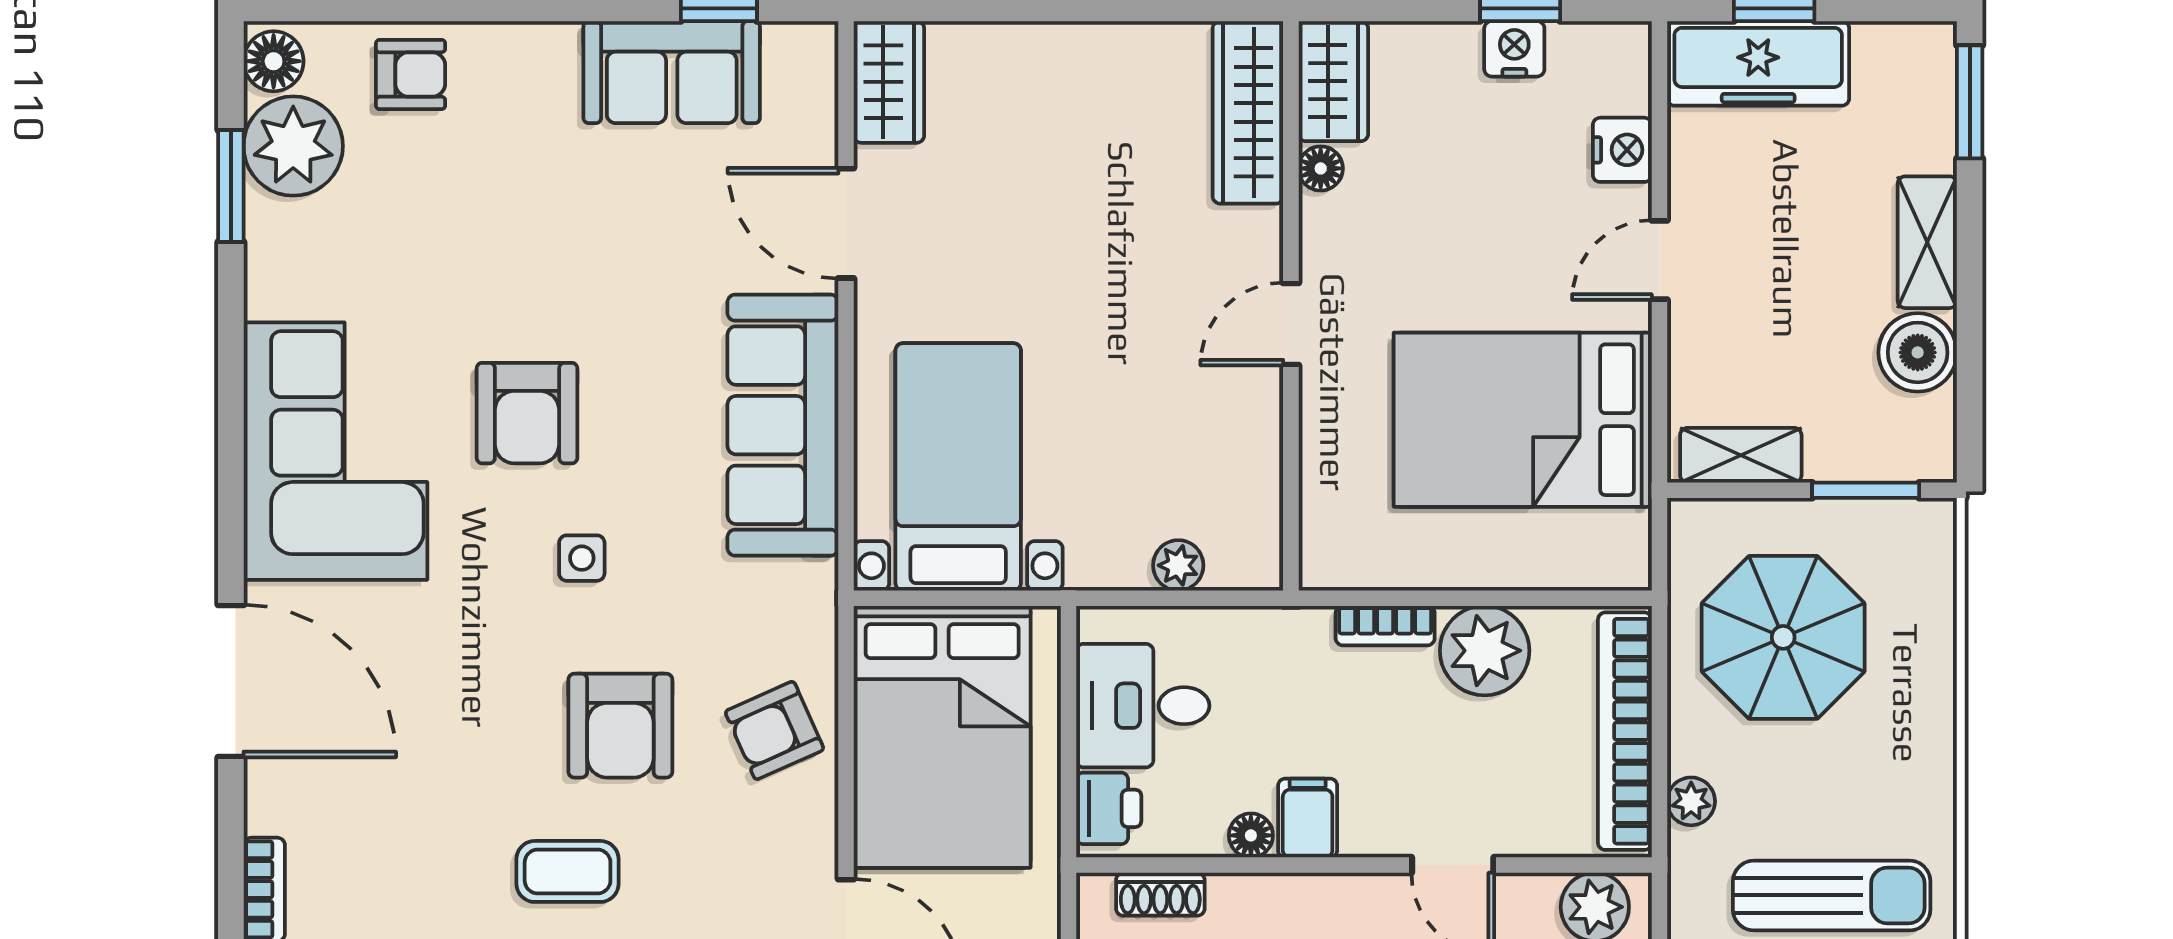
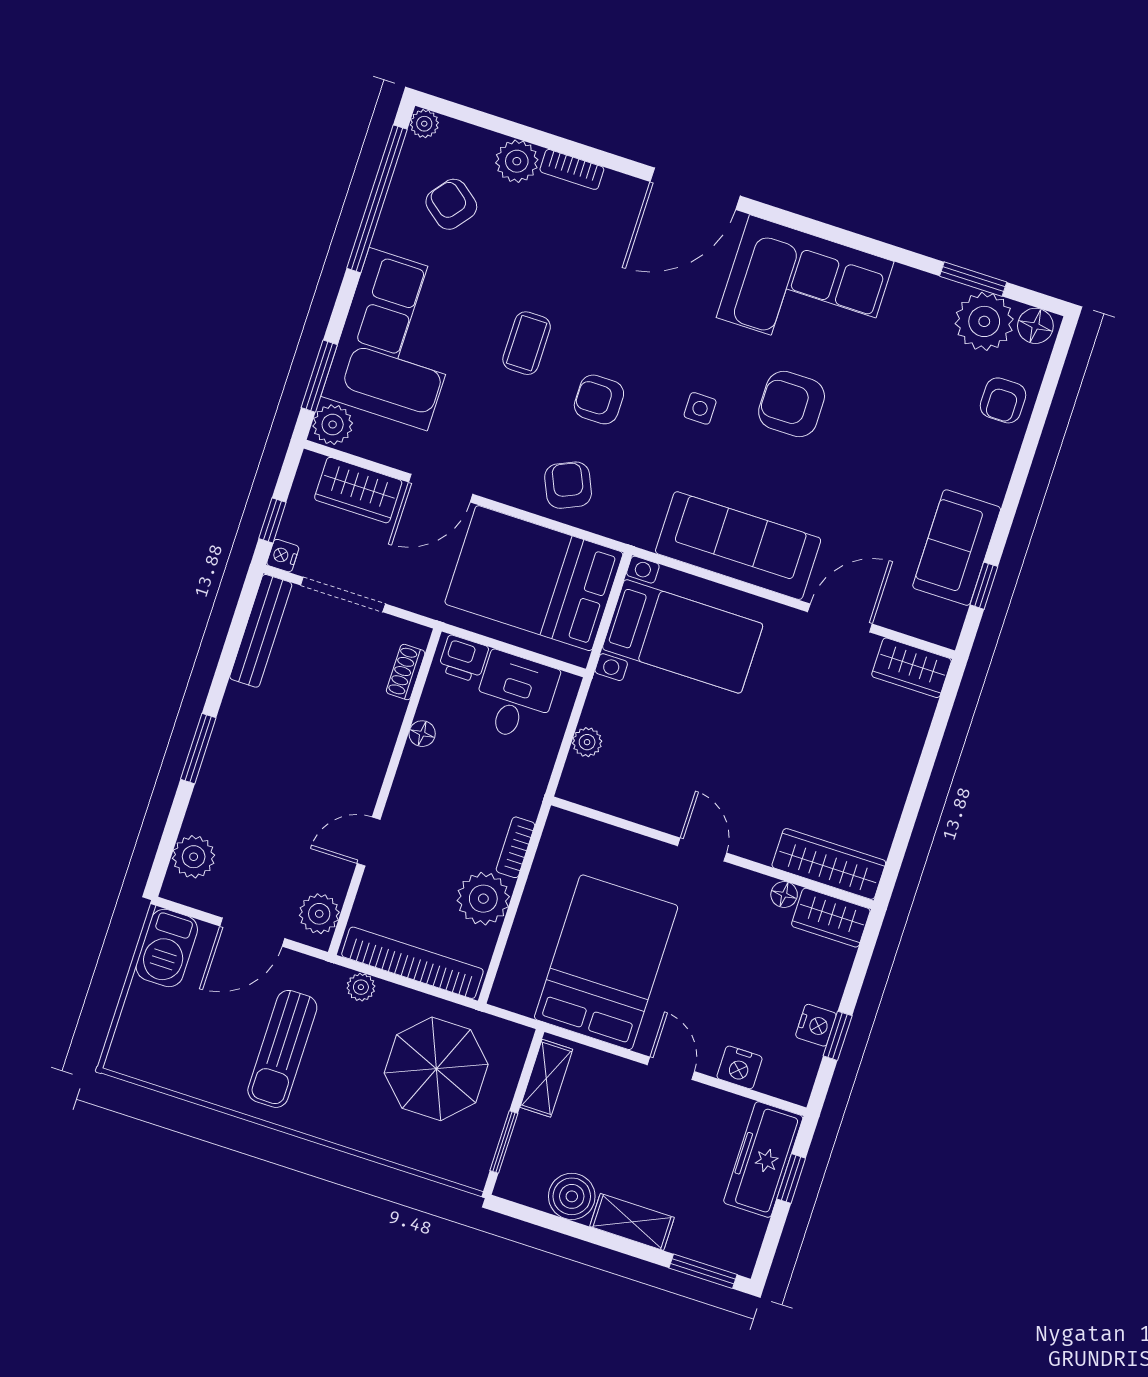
armchair: (620, 726) -> (599, 399), width x0.72, depth x0.72
filing cabinet: (1308, 818) -> (422, 769), removed

